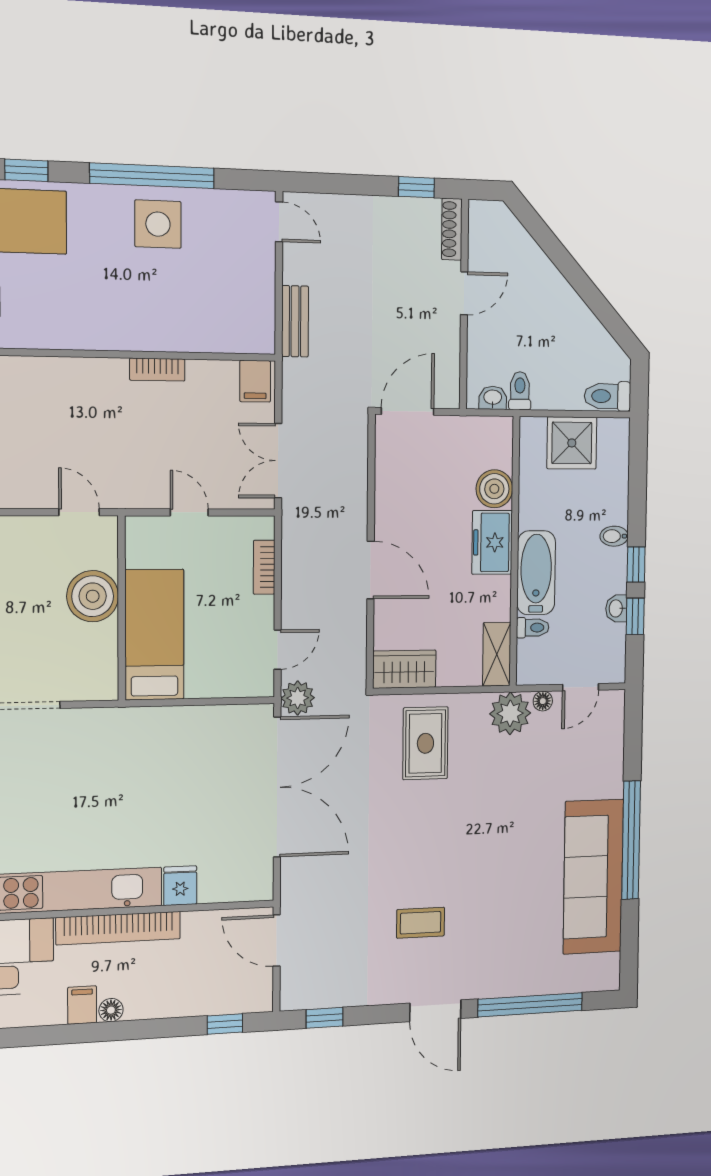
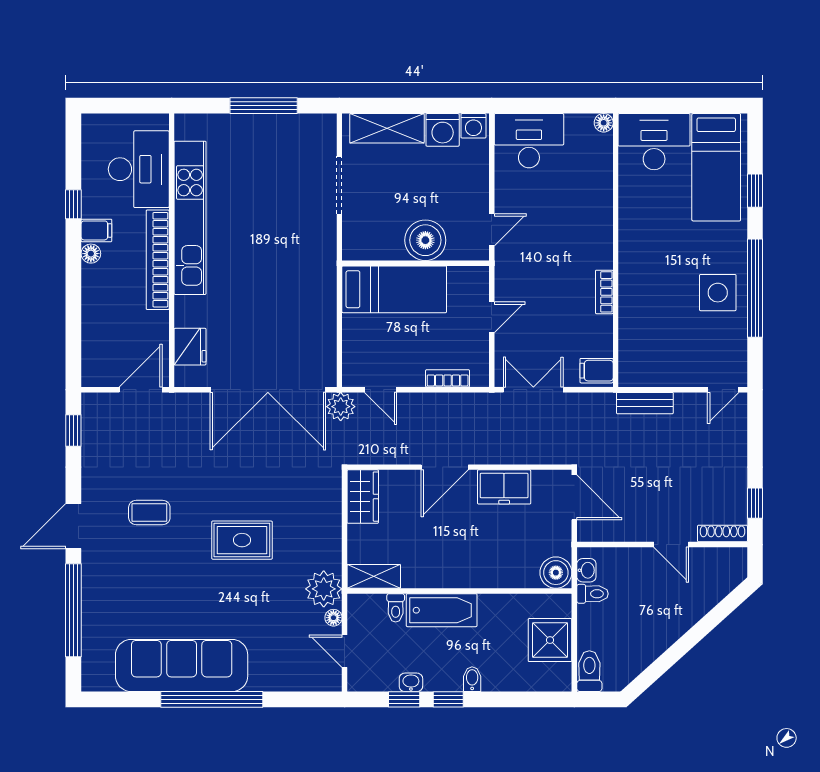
boiler: (494, 489) -> (556, 573), moved
freezer: (492, 542) -> (504, 487), moved, turned 180
rug: (425, 743) -> (242, 540), moved
fridge: (180, 886) -> (190, 347), moved, width x1.38
coffee table: (421, 923) -> (149, 512), turned 90
window: (225, 1024) -> (73, 204), moved

